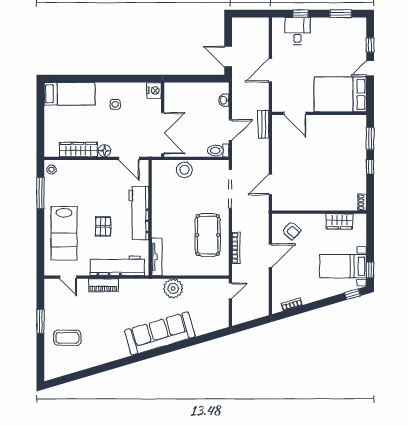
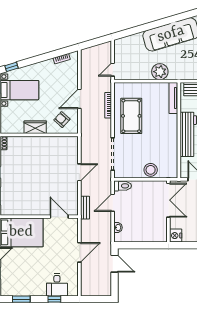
double door: (163, 133) -> (168, 200), swing flipped
door: (270, 184) -> (79, 172), moved
wardrobe: (339, 221) -> (35, 127), moved

